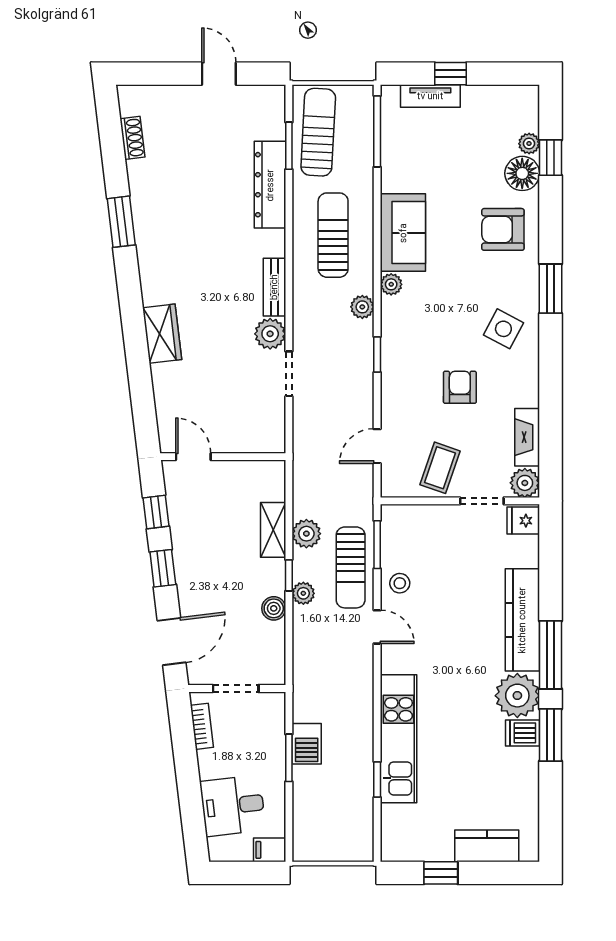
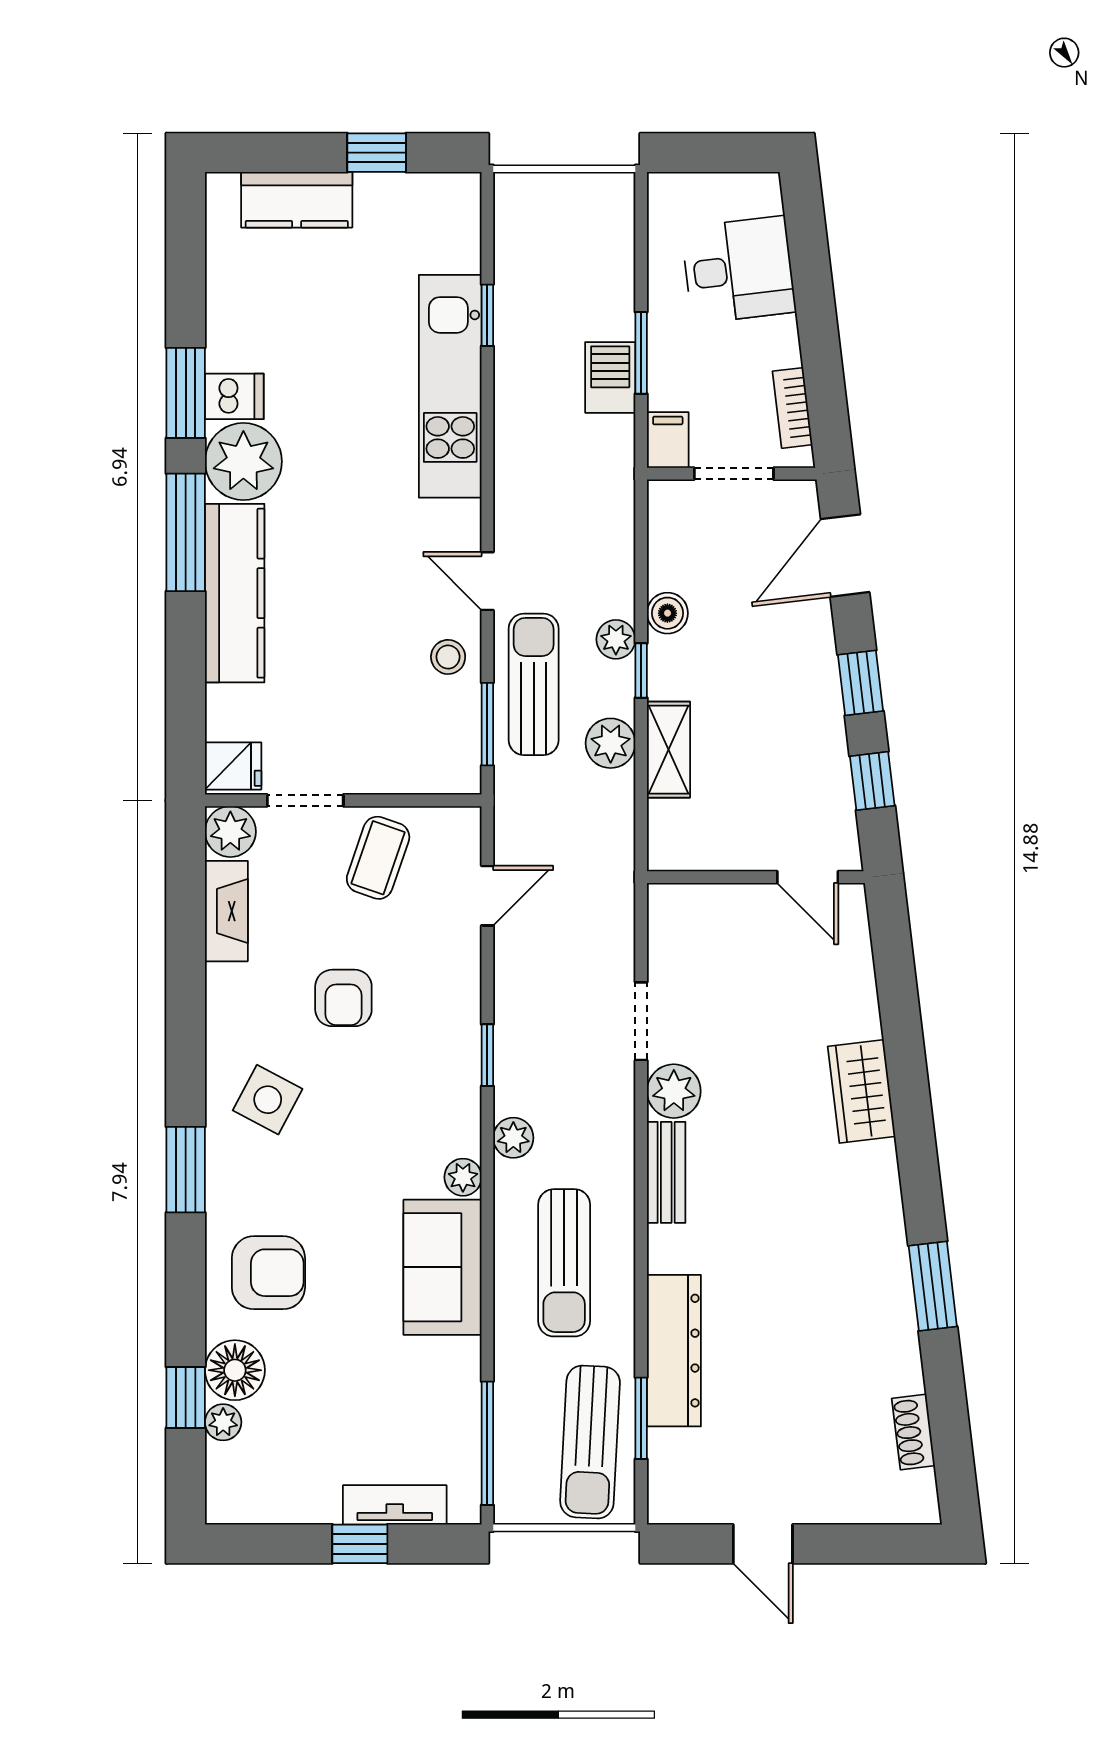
filing cabinet: (270, 850) -> (668, 440), moved, turned -90

